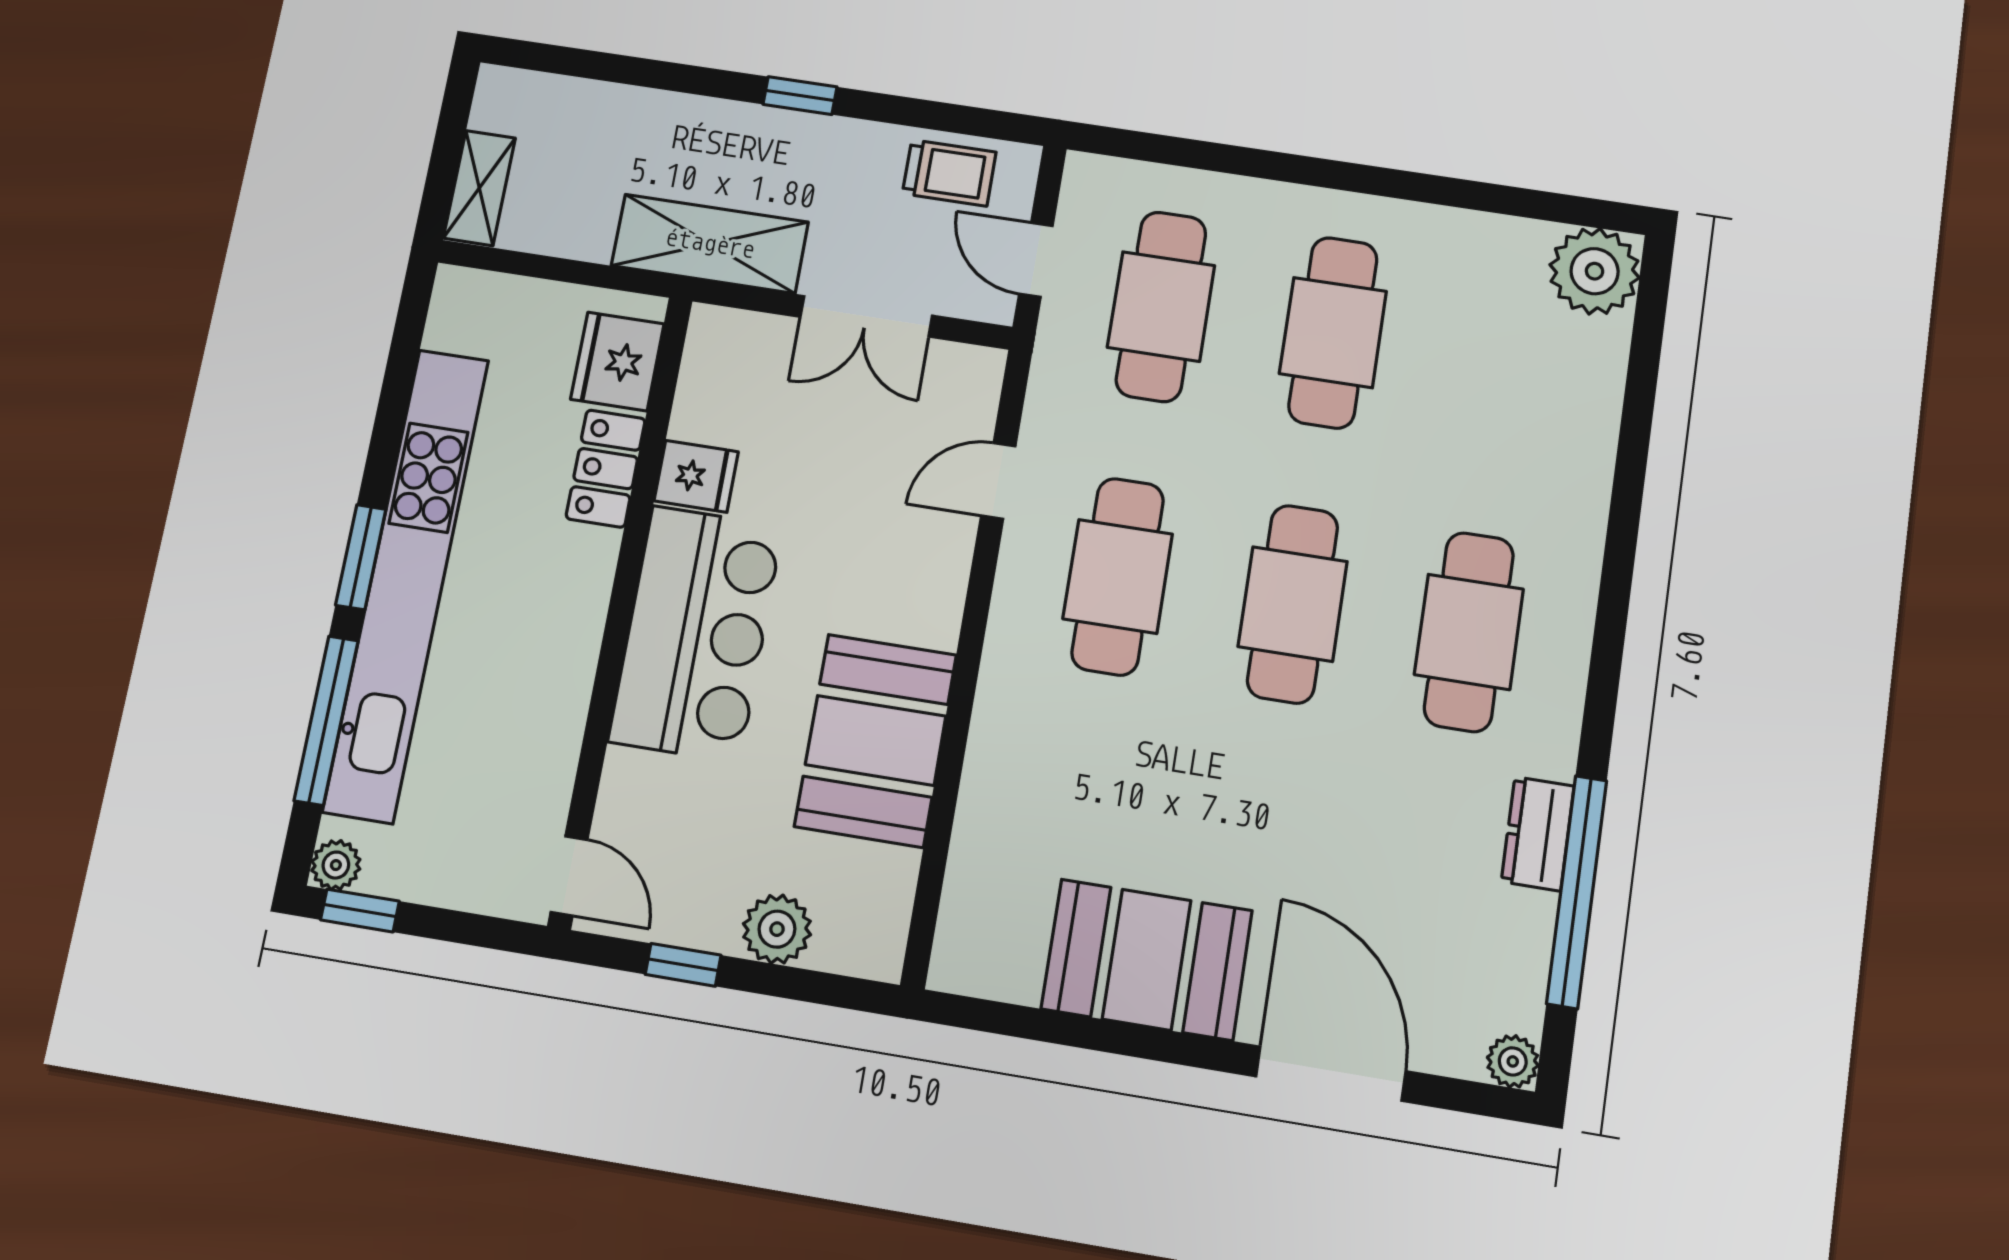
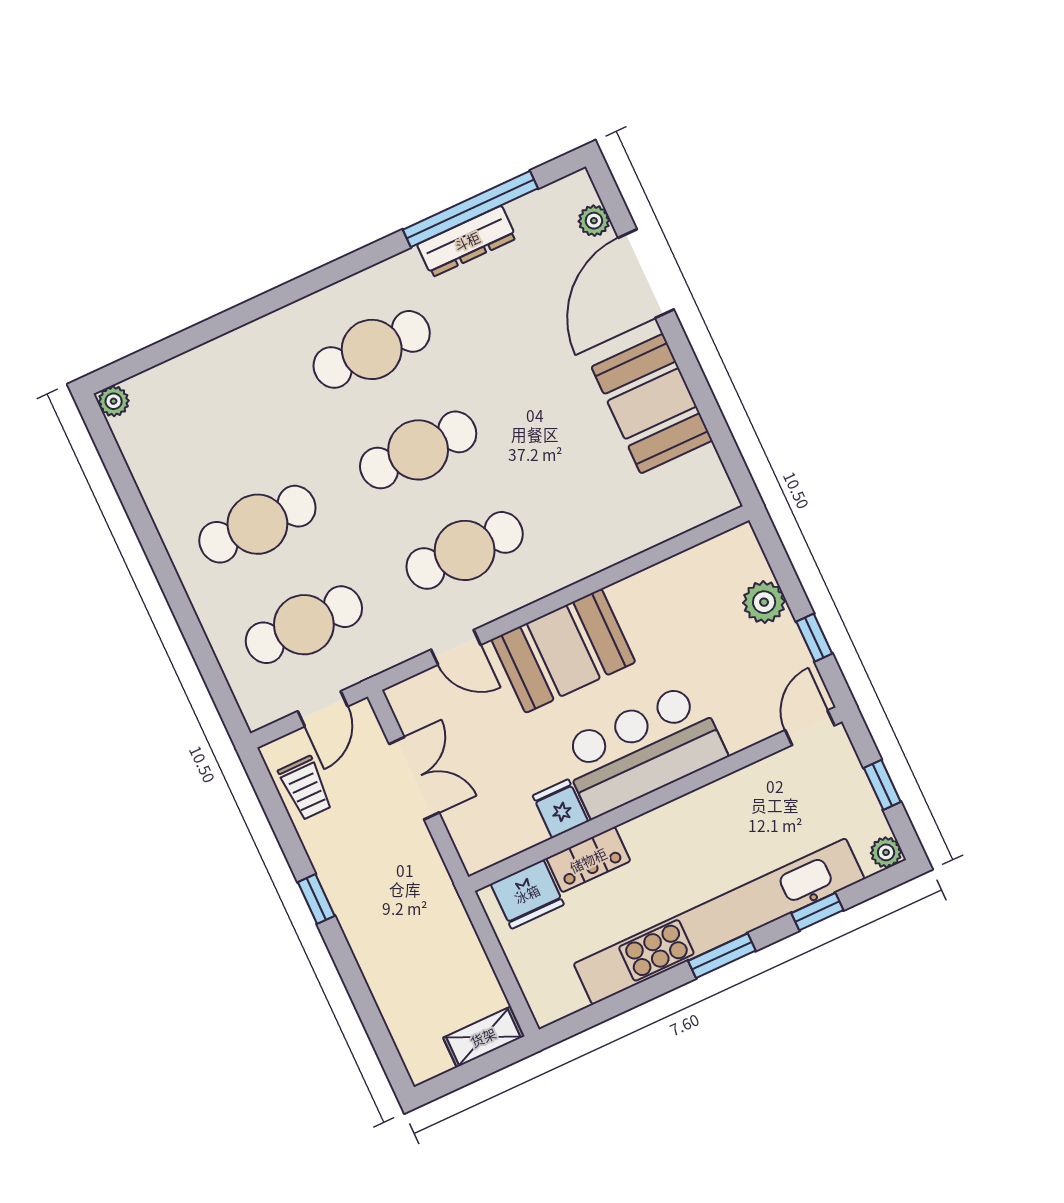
trolley: (949, 173) -> (306, 788), turned 180
shelving: (710, 244) -> (431, 890), removed
plant: (1595, 271) -> (114, 401), width x0.53, depth x0.53
window: (326, 720) -> (817, 912), width x0.46
booth: (876, 740) -> (563, 651), moved
dresser: (1538, 834) -> (467, 241), width x1.44
window: (360, 910) -> (882, 785), moved
plant: (1513, 1061) -> (594, 221), moved

